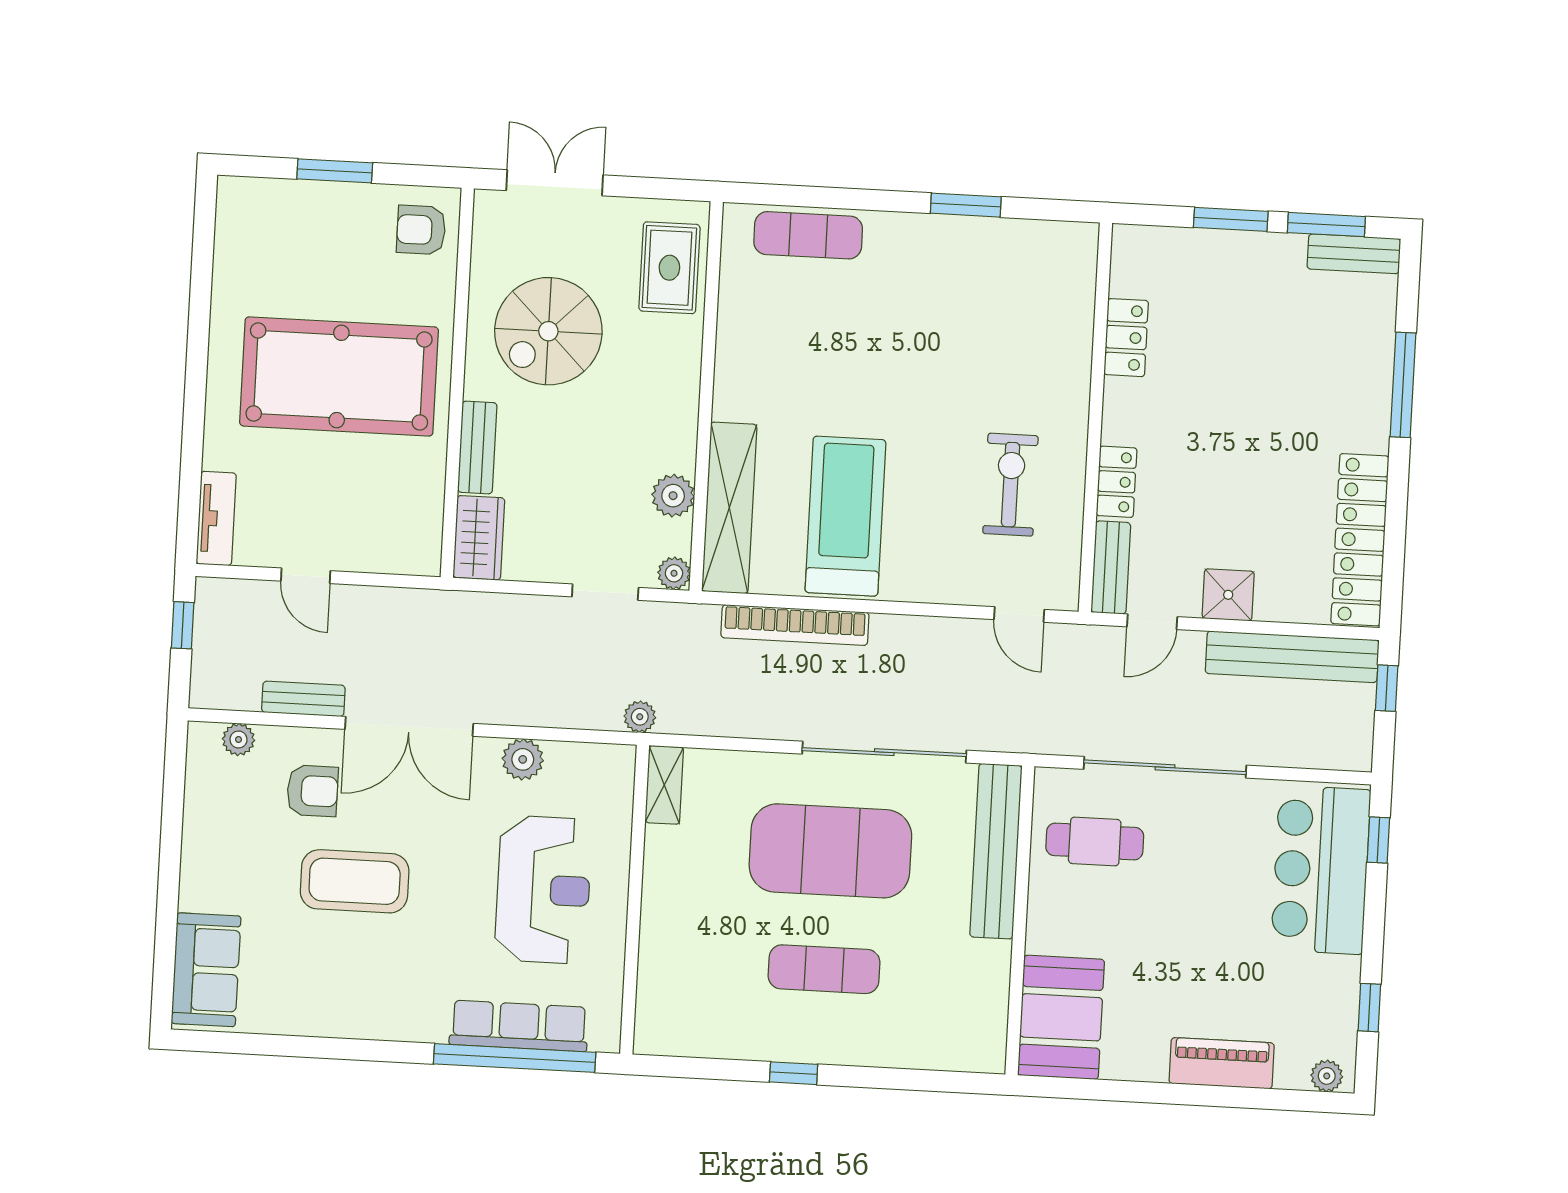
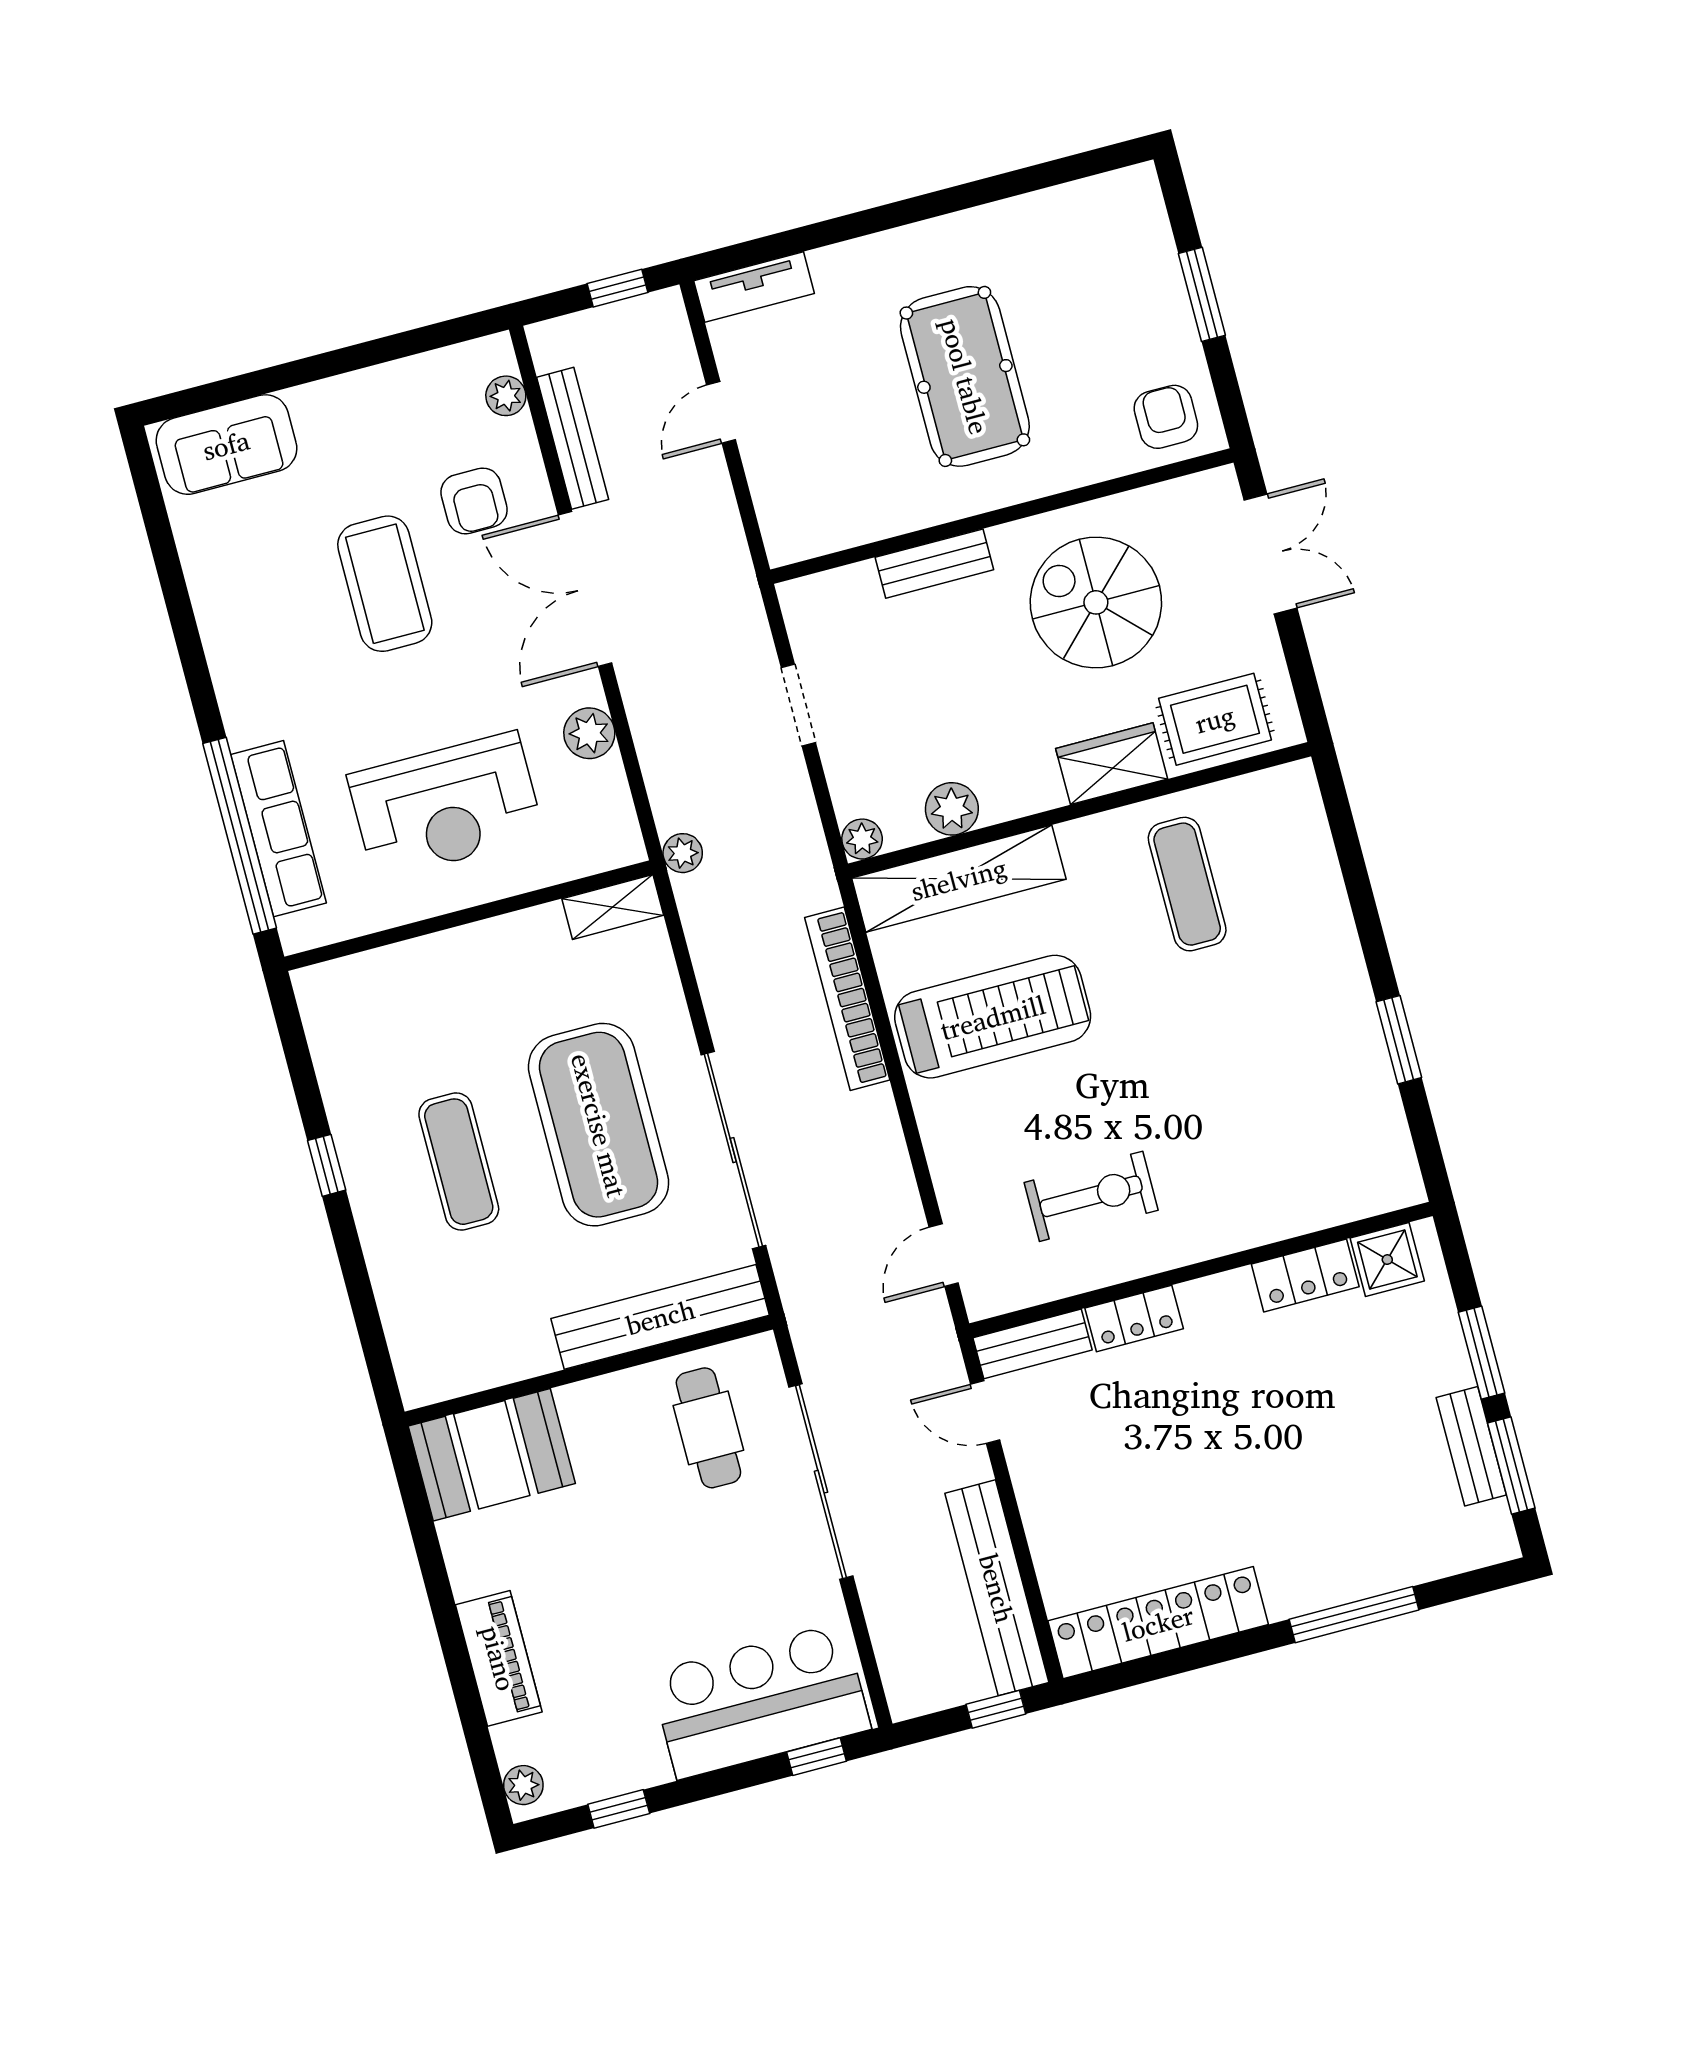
exercise mat: (808, 235) -> (1187, 884), moved
bench: (1354, 254) -> (1471, 1446), moved
pool table: (339, 376) -> (965, 376), width x0.73, depth x0.76
wardrobe: (479, 538) -> (1112, 764), moved, turned 180
doorway: (605, 592) -> (798, 705), moved
shower: (1228, 595) -> (1387, 1260), moved
bench: (303, 699) -> (573, 438), width x1.36

